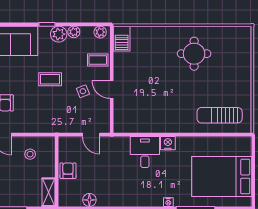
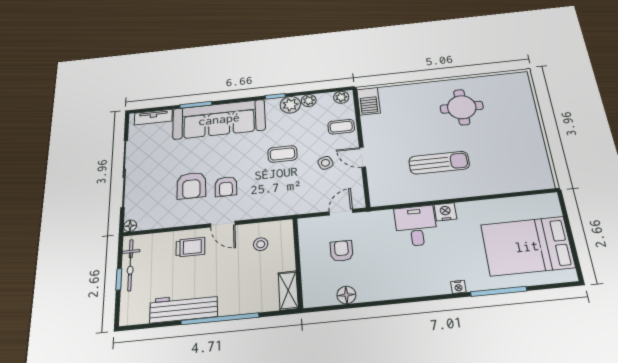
sun lounger: (220, 115) -> (439, 163), moved, turned 180
door: (91, 135) -> (341, 212), swing flipped
armchair: (68, 171) -> (342, 251), moved

